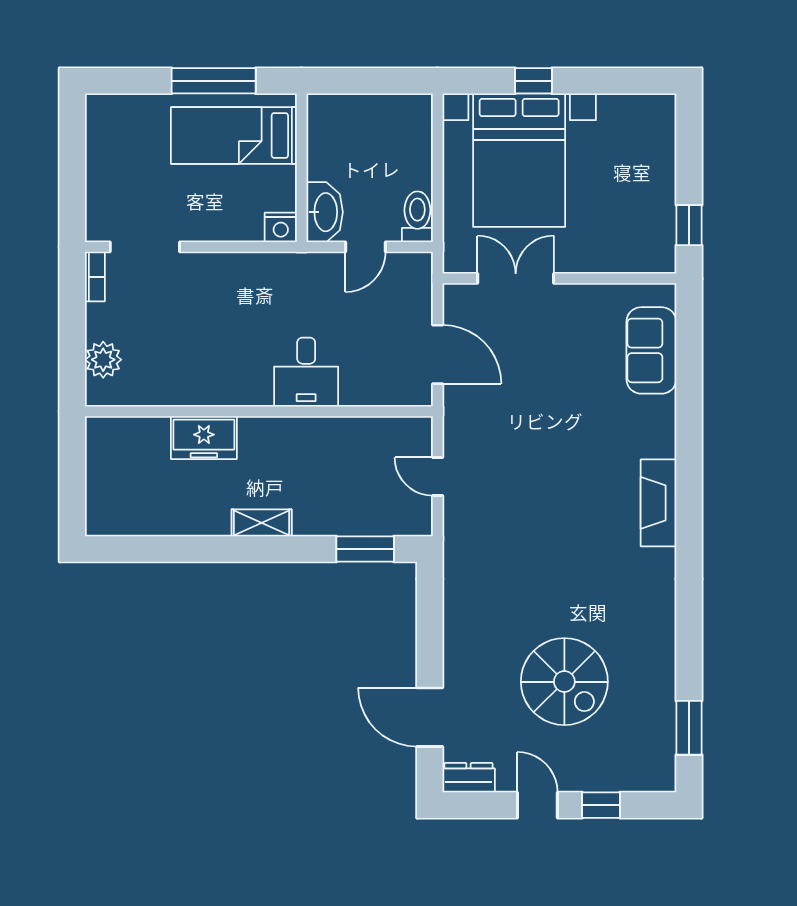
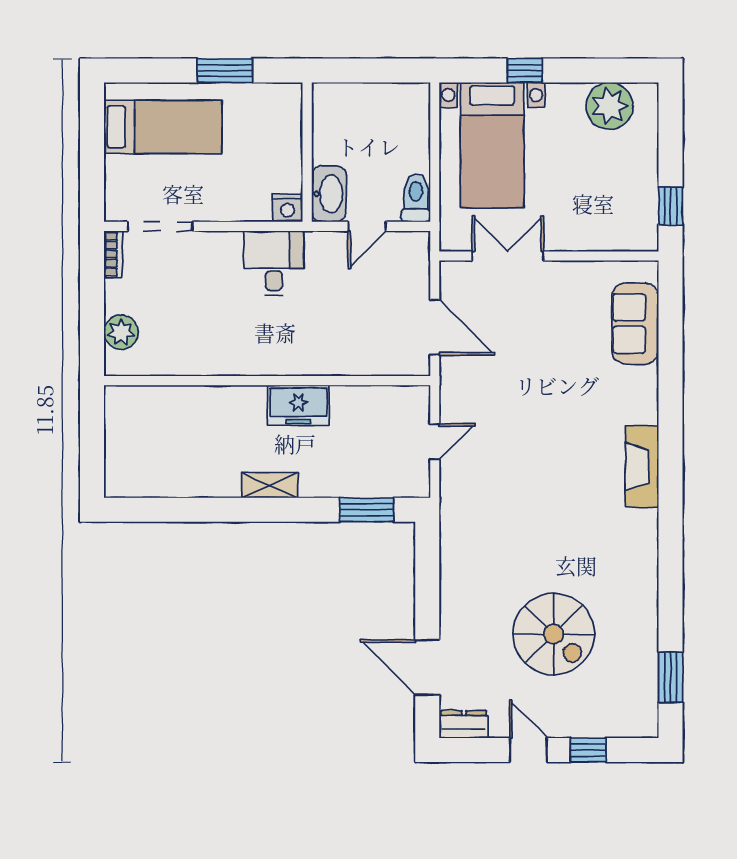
window: (214, 81) -> (225, 71), width x0.69
plant: (624, 118) -> (610, 106), added
bed: (234, 135) -> (163, 127), moved, turned 180
bed with nightstands: (519, 160) -> (492, 145), width x0.73
desk: (306, 372) -> (274, 263), moved, turned 180
freezer: (204, 438) -> (298, 405), moved
door: (438, 477) -> (435, 442), swing flipped

